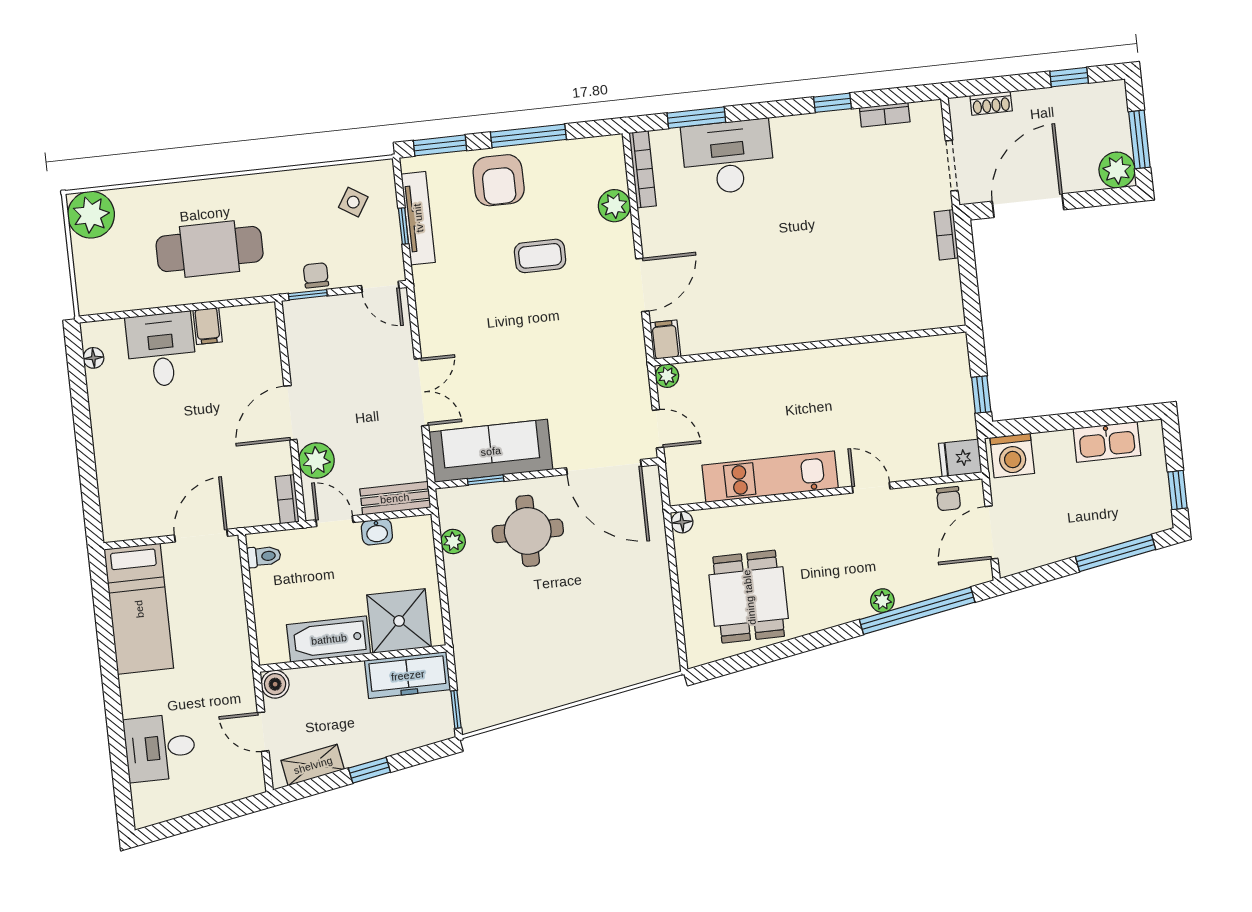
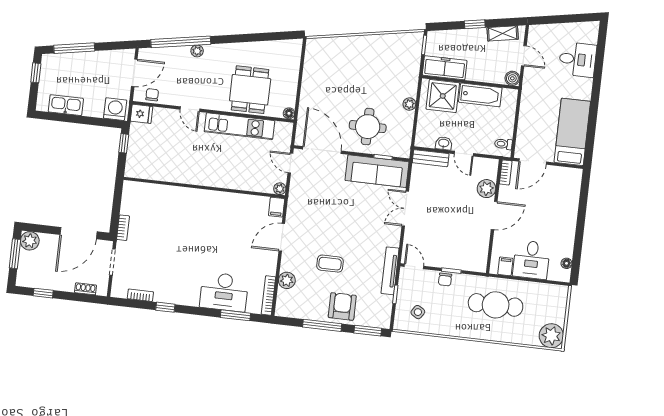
tv unit: (418, 218) -> (390, 271), moved
wall: (290, 411) -> (494, 216), moved
door: (290, 413) -> (494, 216), moved
plant: (317, 460) -> (486, 189), moved
bookcase: (287, 499) -> (506, 172), moved
plant: (453, 541) -> (409, 104), moved
dining table: (749, 597) -> (250, 90), moved

